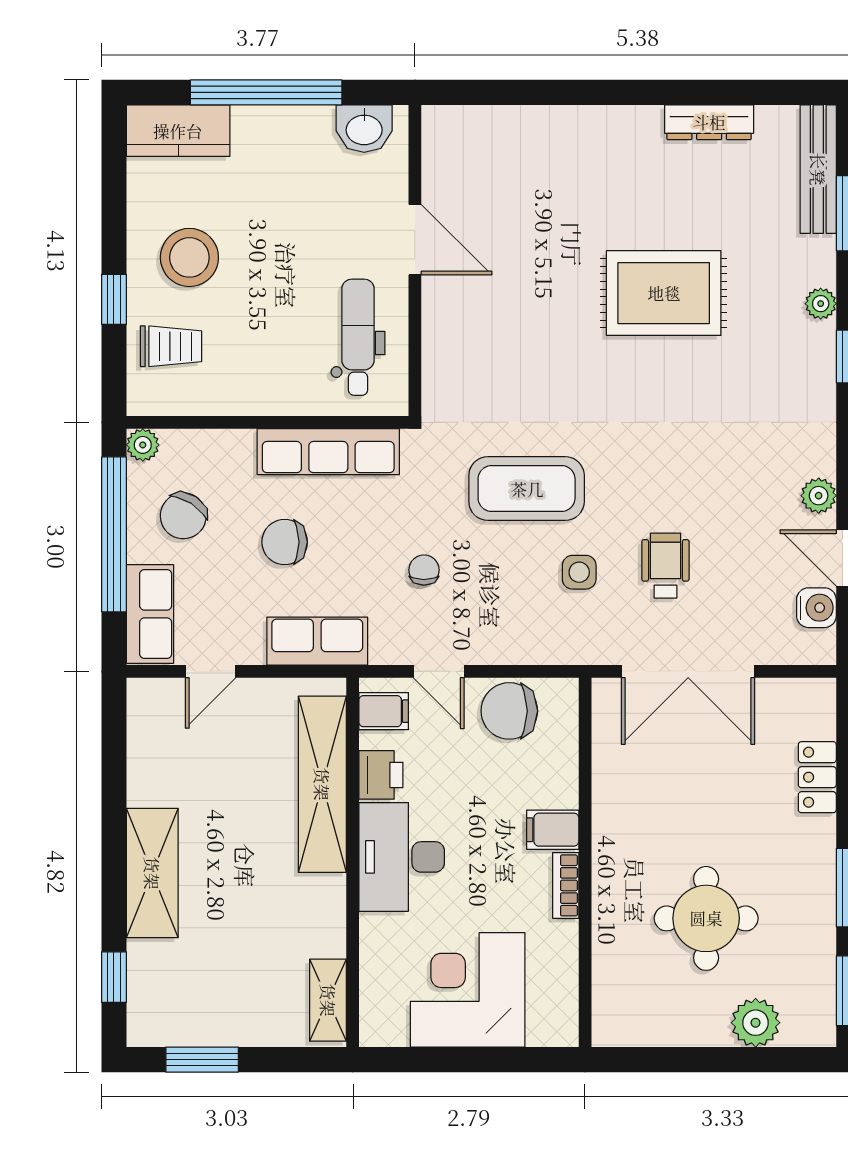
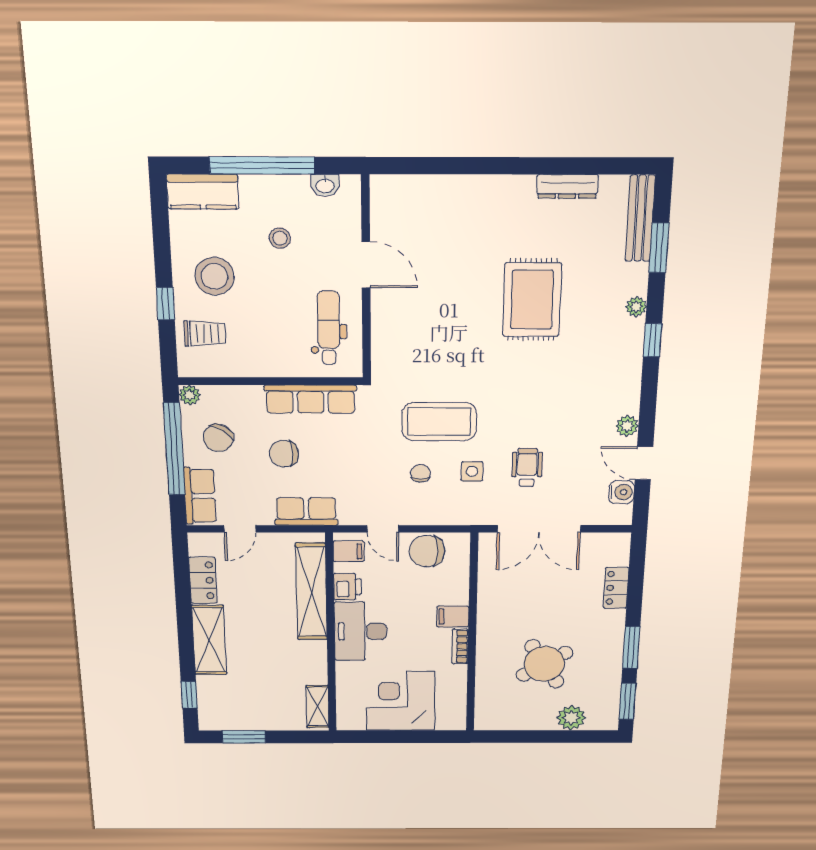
washbasin: (364, 129) -> (325, 185), width x0.72, depth x0.69
stool: (288, 200) -> (280, 238), added
rug: (664, 293) -> (532, 300), turned 90
chair: (424, 570) -> (421, 473), moved
locker: (148, 763) -> (203, 580), added
round table: (706, 918) -> (544, 664), turned -32

